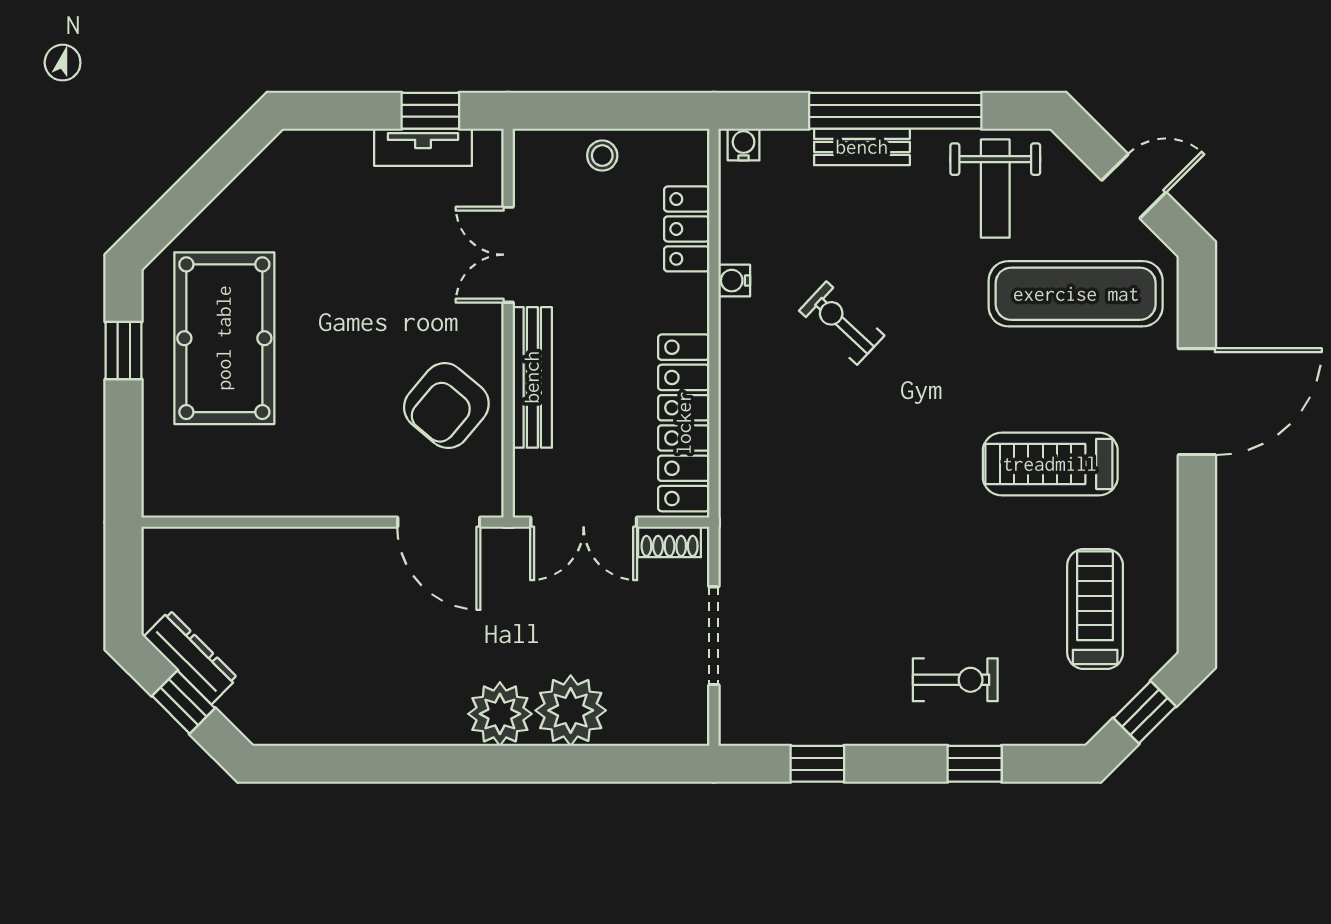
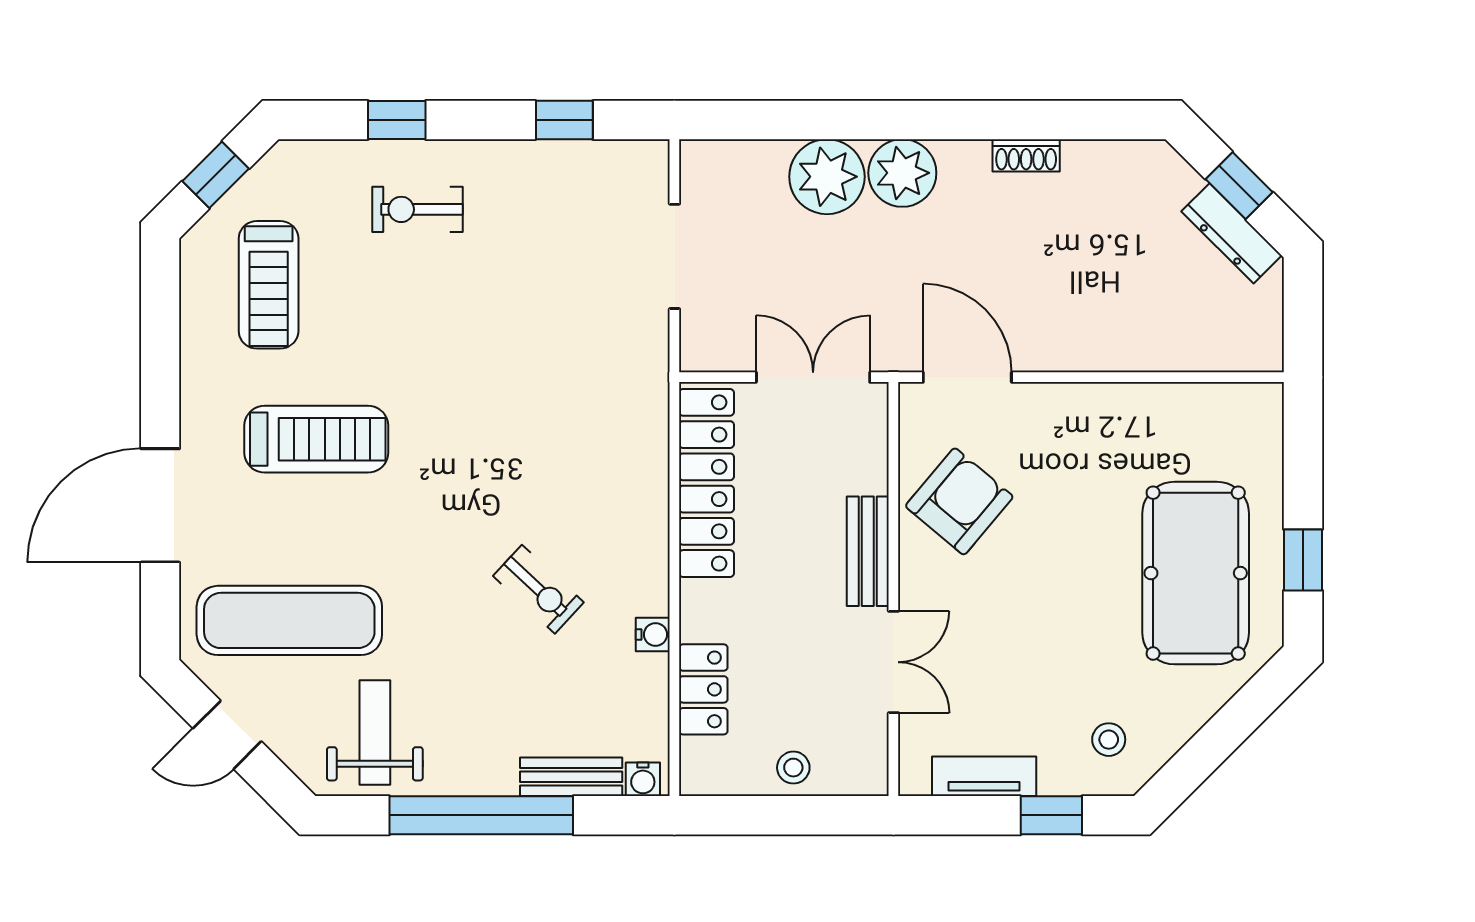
window: (430, 111) -> (1051, 815), moved
bench: (862, 147) -> (571, 777), moved
stool: (306, 182) -> (1109, 740), added
bench: (532, 377) -> (868, 551), width x0.73
shoe rack: (670, 542) -> (1026, 155), moved, turned 180

